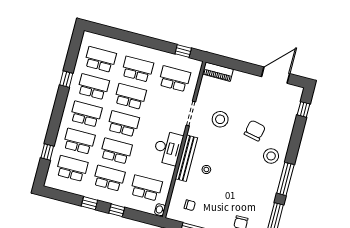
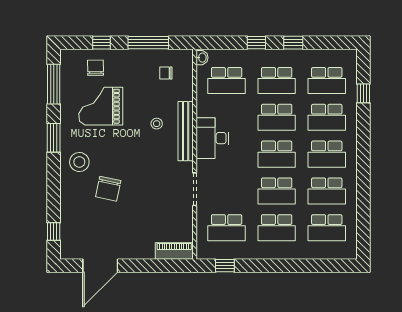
window: (66, 79) -> (363, 192), removed
stool: (220, 119) -> (156, 192), removed
window: (285, 179) -> (54, 138), width x0.69
grand piano: (244, 193) -> (101, 106), added

